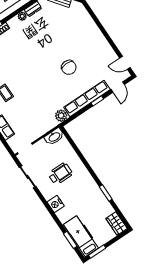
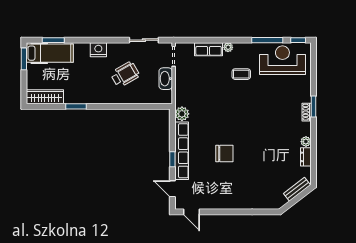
door: (125, 63) -> (191, 212), swing flipped
chair: (69, 67) -> (224, 153), turned 180
washbasin: (54, 137) -> (166, 79), moved
wheelchair: (60, 174) -> (125, 74), turned -120
wardrobe: (117, 223) -> (45, 97), width x1.50

